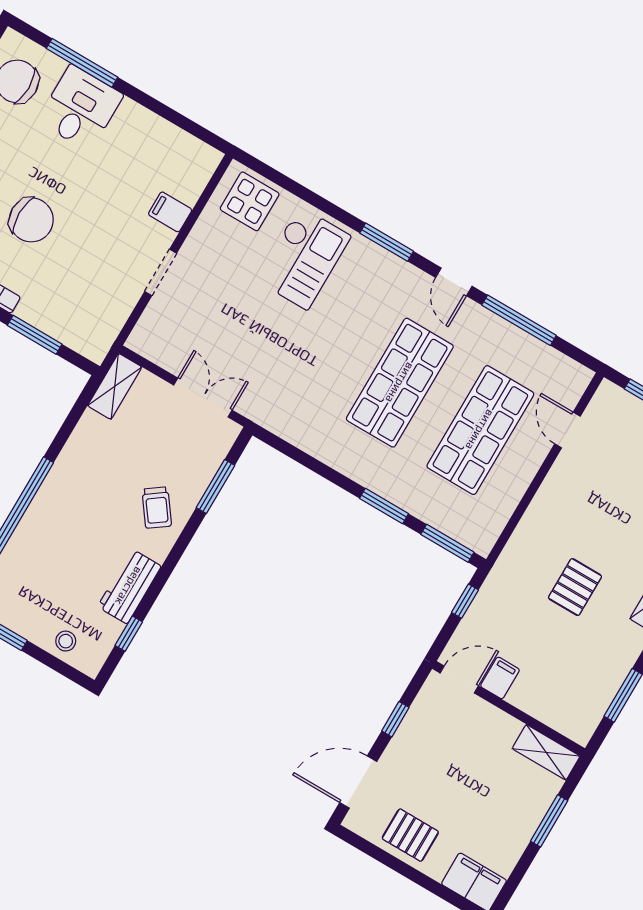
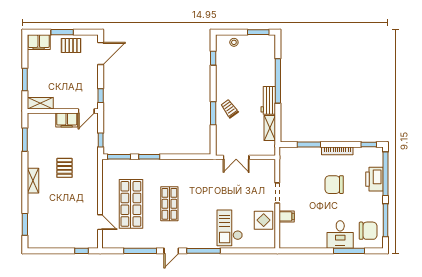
display table: (250, 201) -> (264, 220), moved
window: (387, 242) -> (203, 251), width x1.44
door: (454, 282) -> (171, 251), swing flipped
shop shelf: (400, 383) -> (169, 204), width x0.70, depth x0.74
shelving: (115, 386) -> (270, 128), moved
window: (215, 487) -> (213, 113), moved
workbench: (129, 586) -> (268, 100), moved, turned 180
filing cabinet: (500, 678) -> (67, 120), width x2.00
window: (395, 719) -> (101, 96), moved
window: (413, 874) -> (62, 32), added

